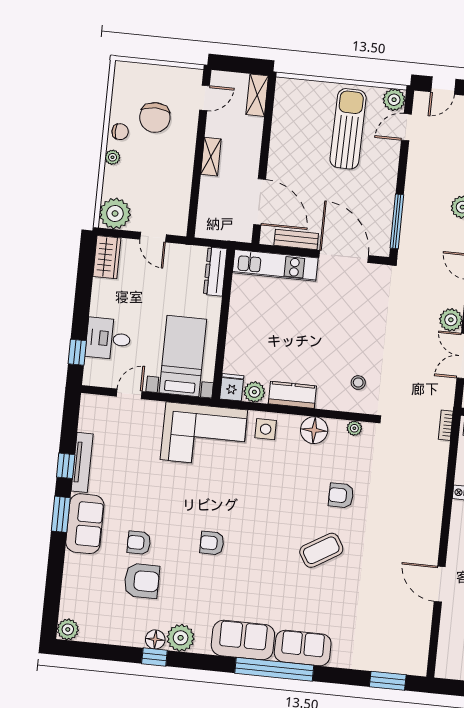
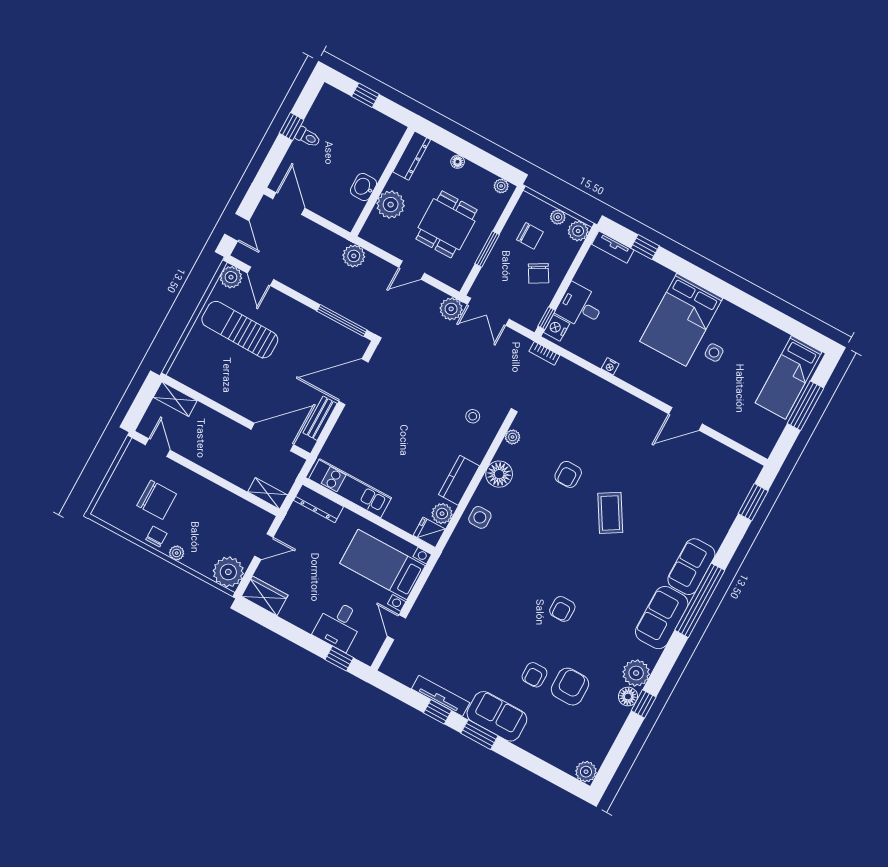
shelving: (211, 157) -> (268, 493), moved
kitchen unit: (275, 265) -> (350, 488), moved, turned -90
corner sofa: (204, 435) -> (462, 575), removed

